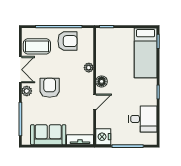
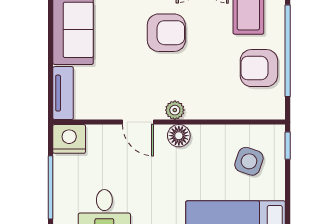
armchair: (67, 41) -> (259, 68), turned 90
side table: (114, 46) -> (249, 161), added
plant: (89, 68) -> (175, 110), moved

